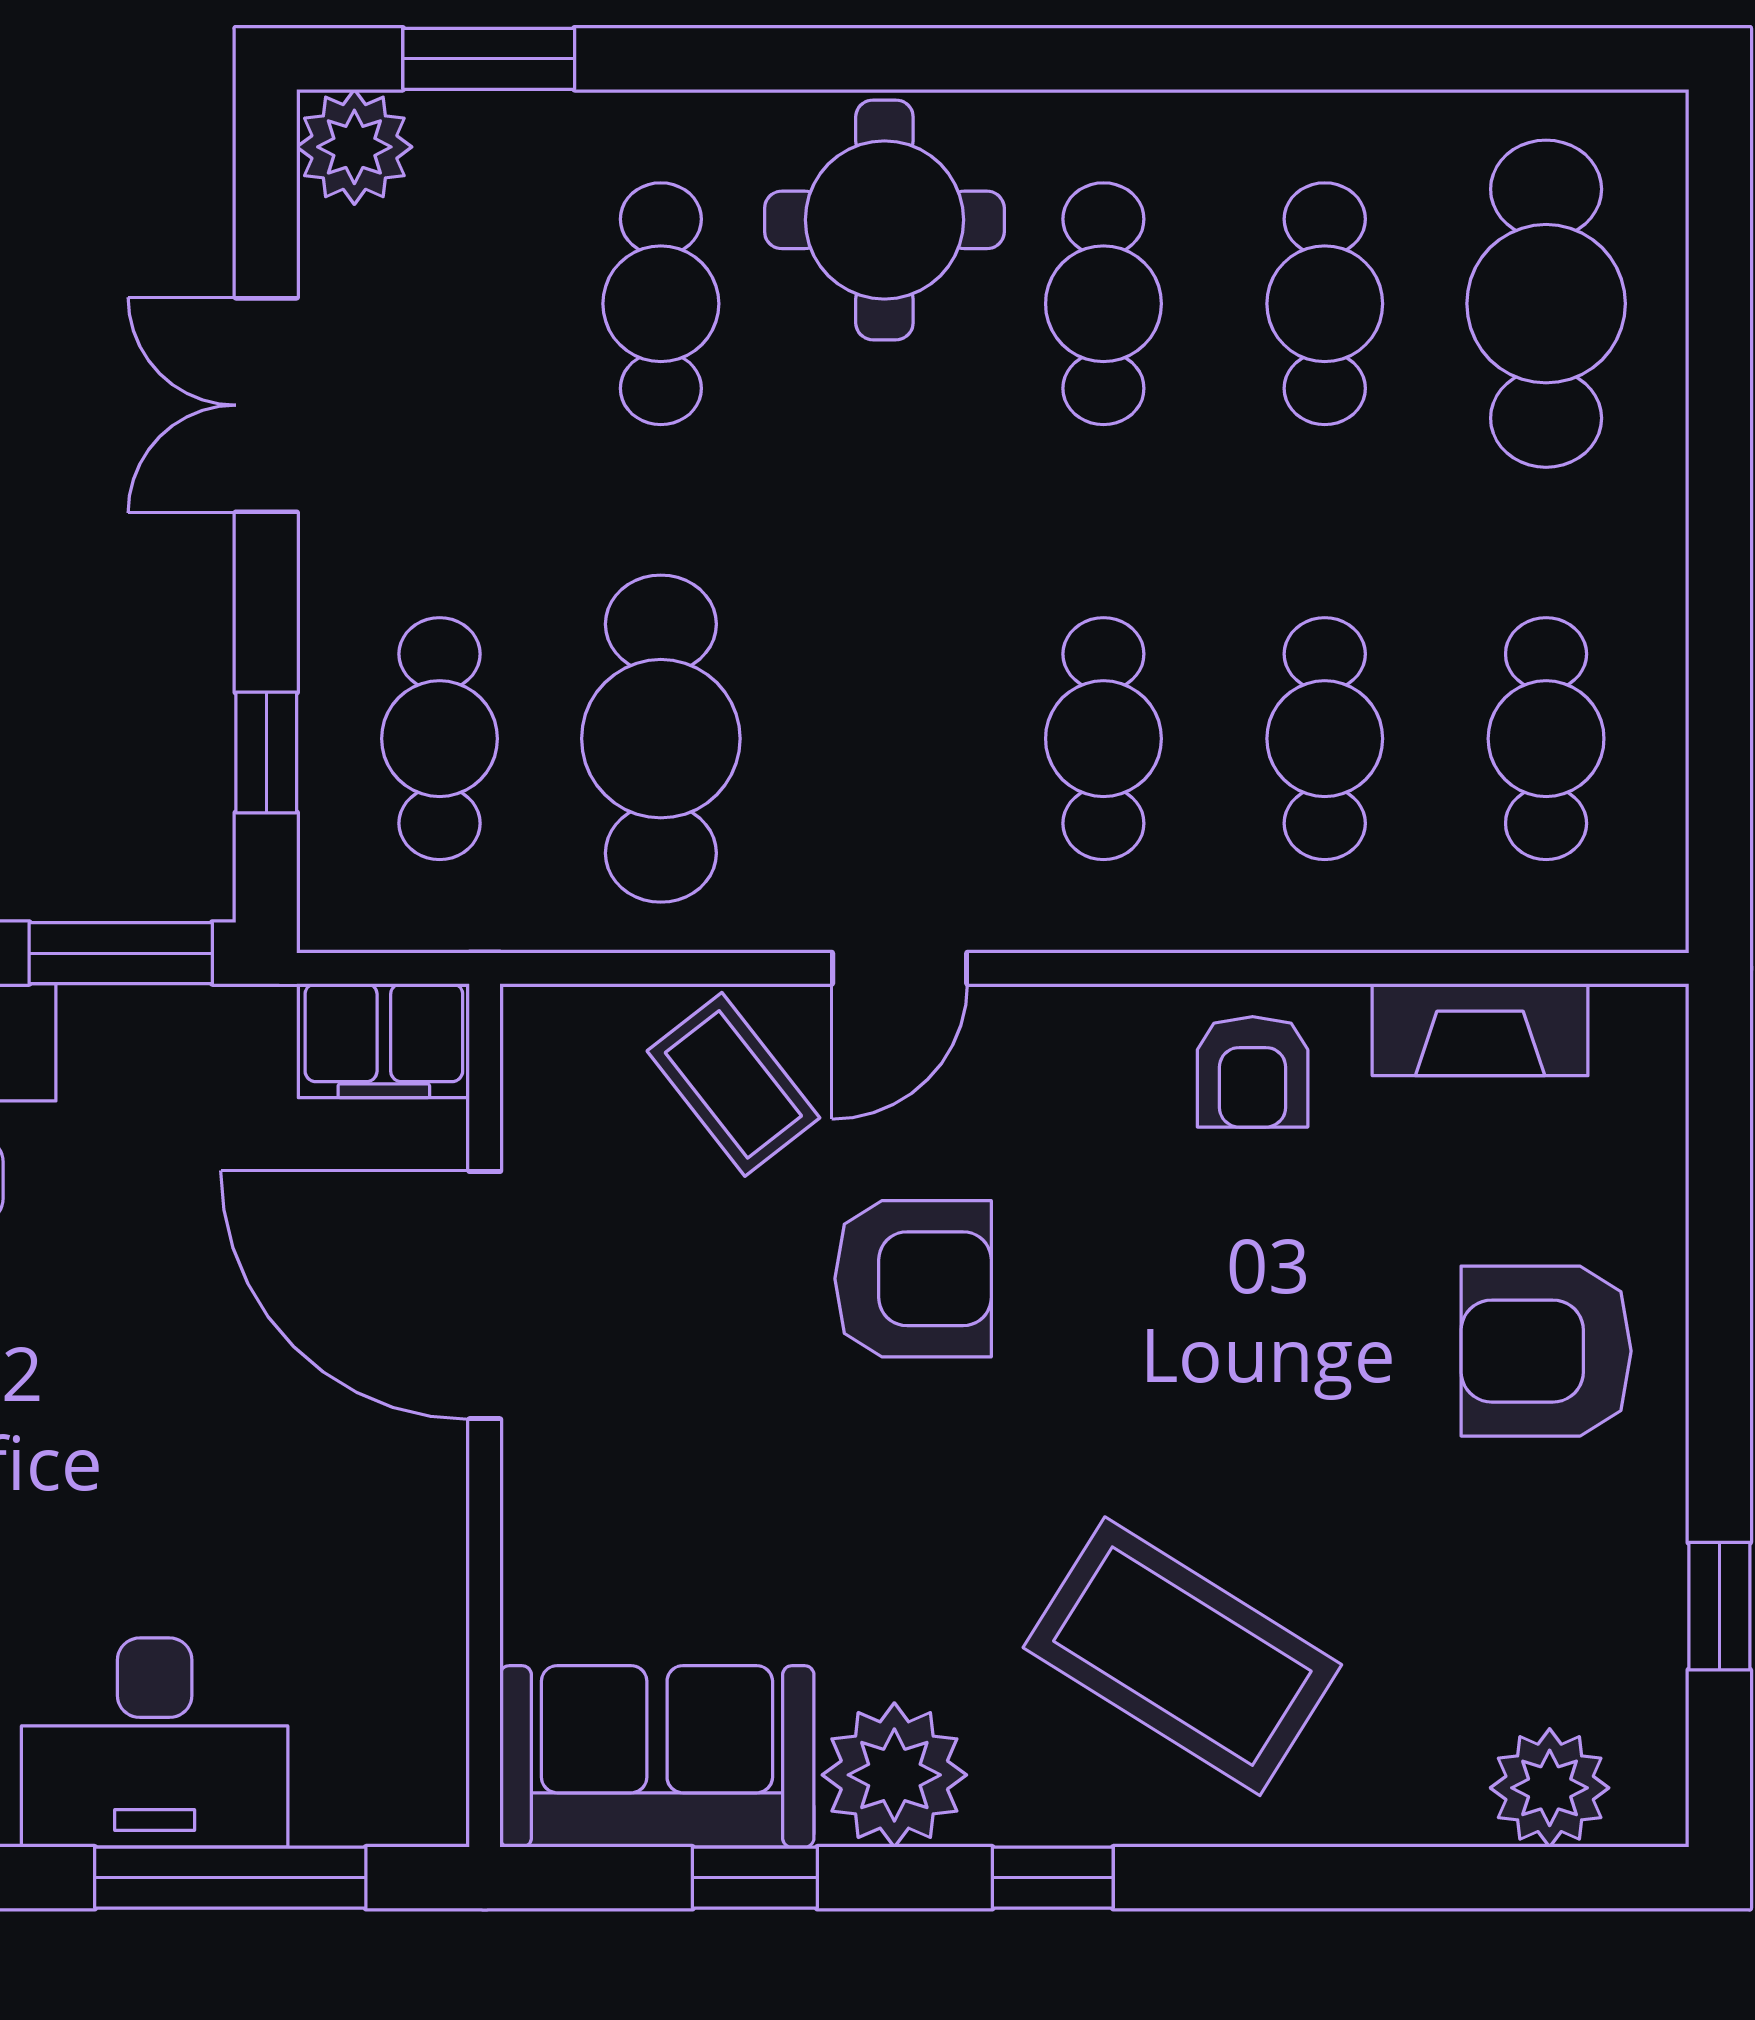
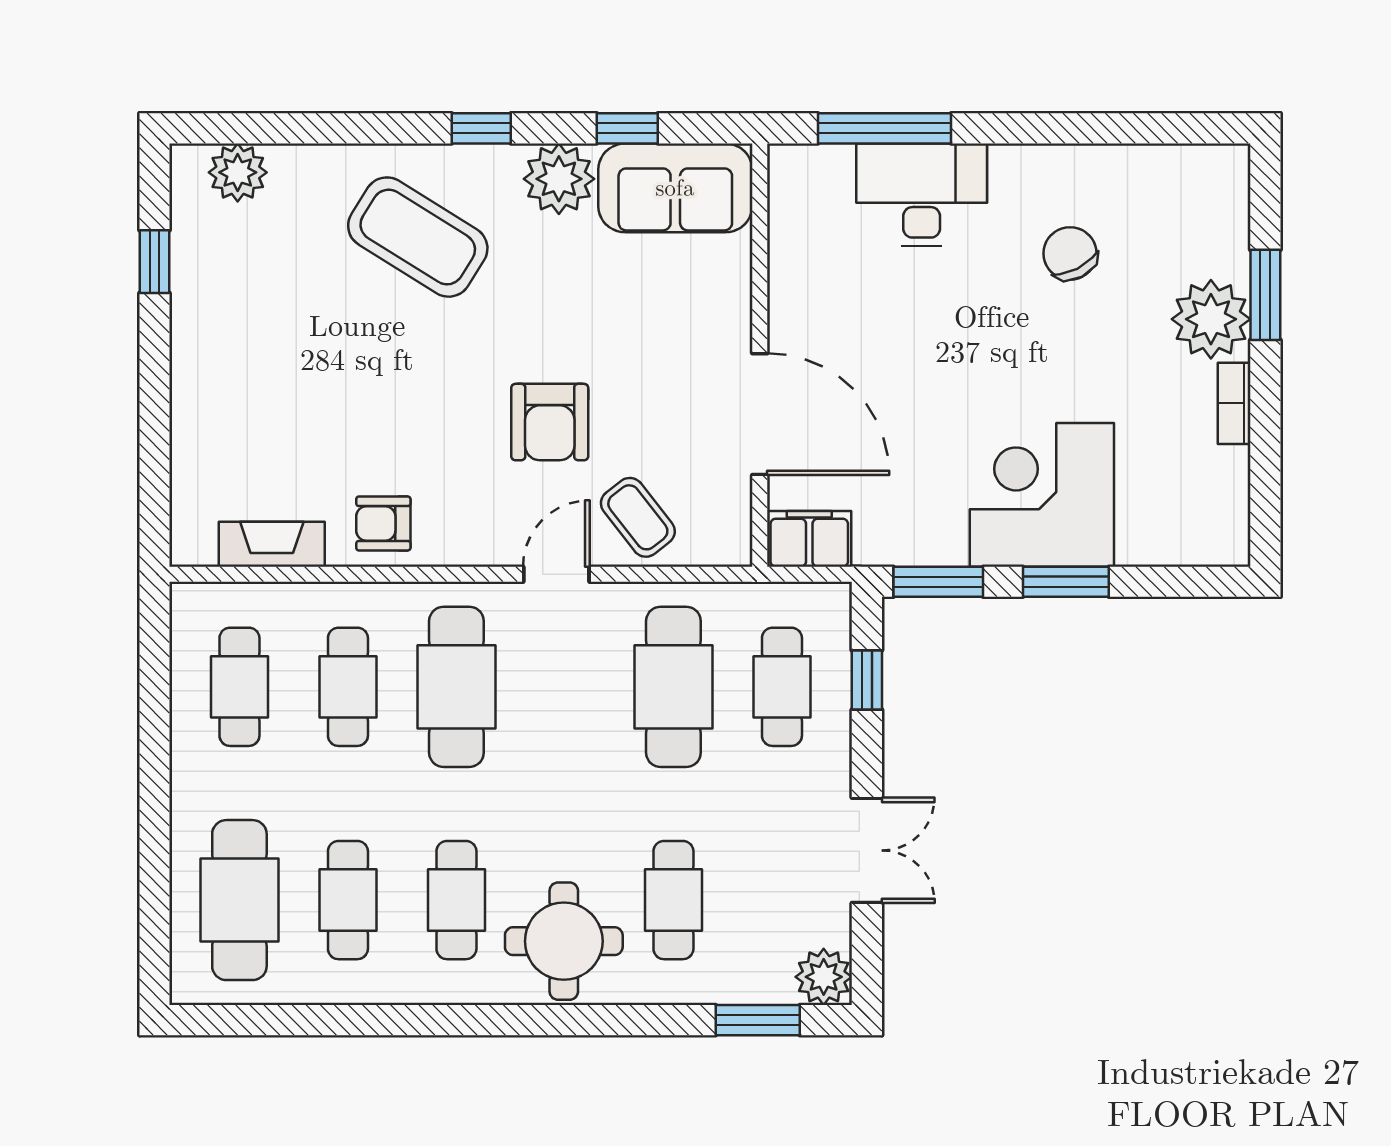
cafe table: (1103, 739) -> (456, 687), width x1.37, depth x1.35
armchair: (1253, 1072) -> (383, 523), turned -90
armchair: (913, 1279) -> (550, 422), turned -90
armchair: (1546, 1351) -> (239, 387), removed

